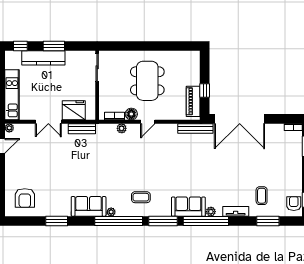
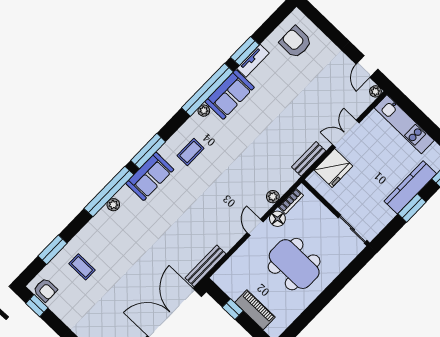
piano: (193, 101) -> (255, 310), moved
sofa: (188, 207) -> (150, 176), moved
tv unit: (236, 211) -> (253, 61), moved
window: (119, 221) -> (207, 90), moved

